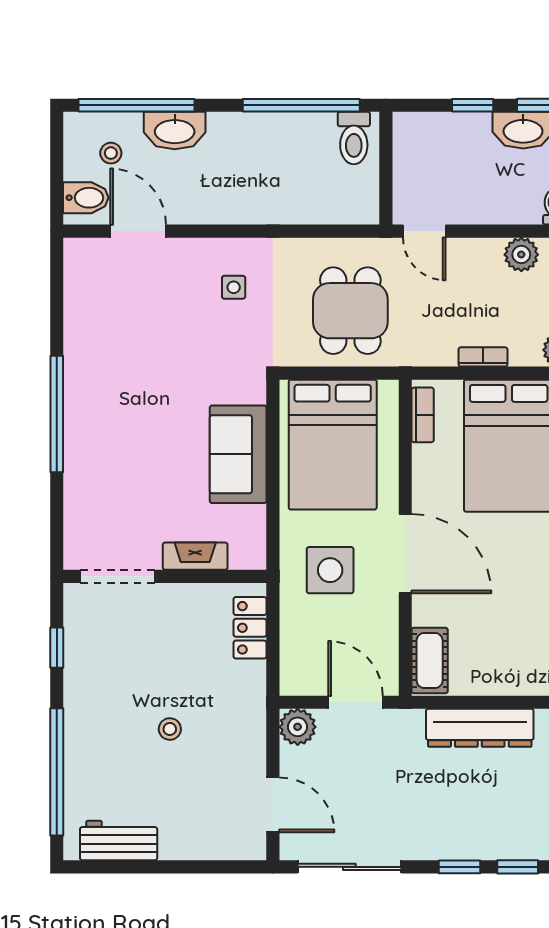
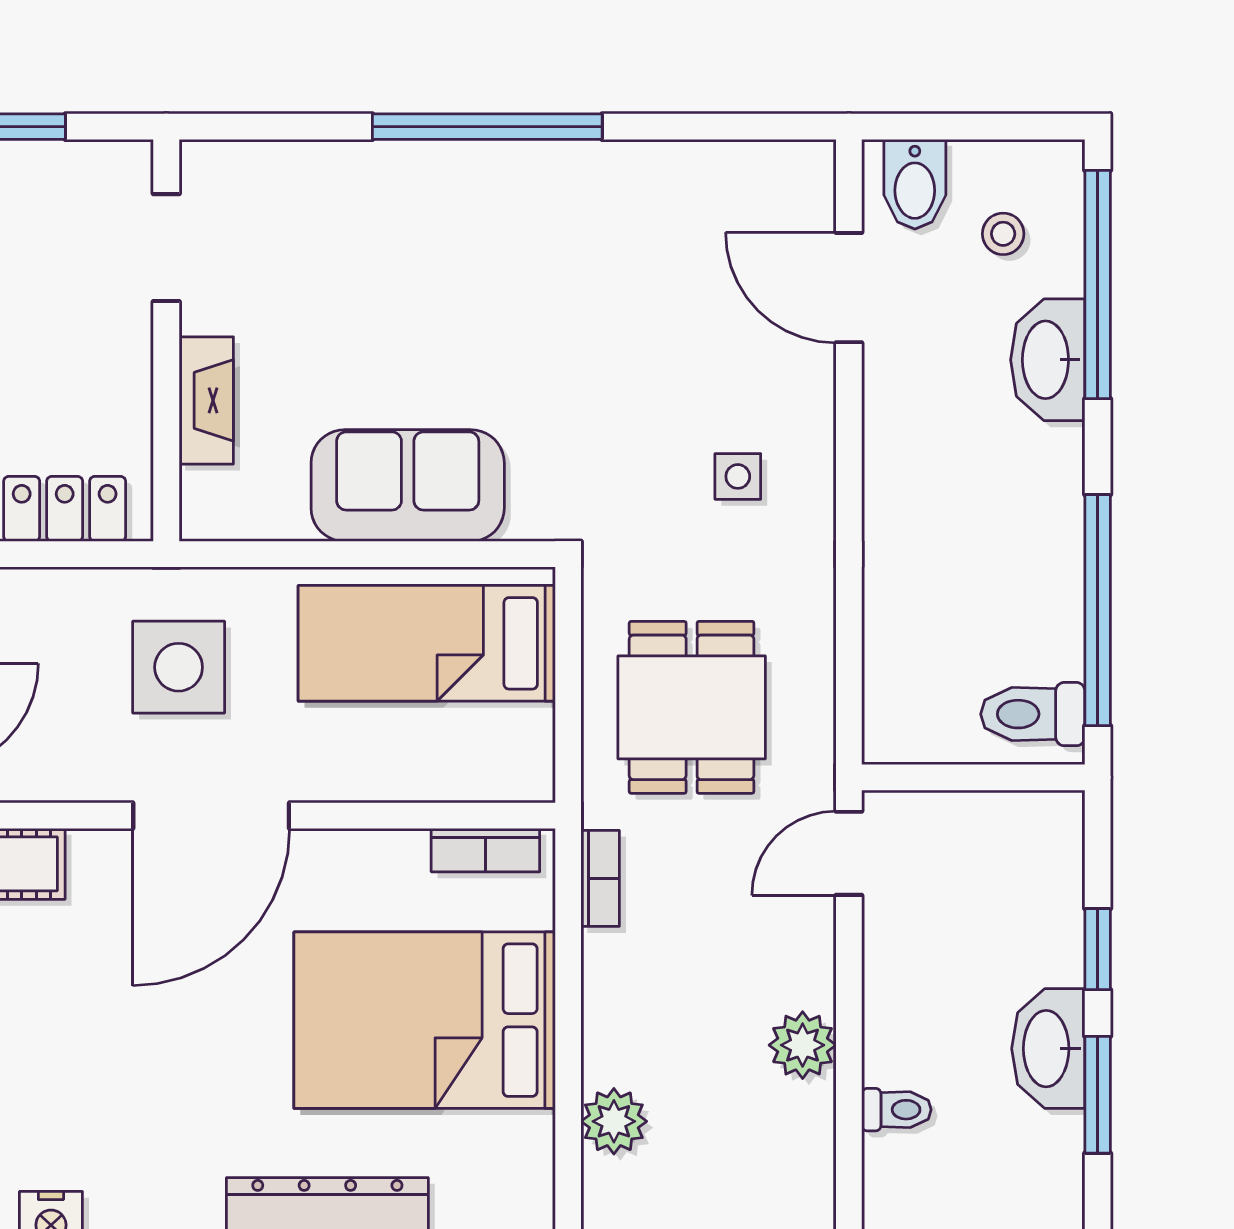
door: (138, 231) -> (849, 288), swing flipped
dining table: (350, 311) -> (692, 707), turned 90
bookcase: (483, 357) -> (600, 878), moved
bed: (333, 445) -> (427, 643), width x0.67
doorway: (118, 576) -> (166, 248), width x0.73

